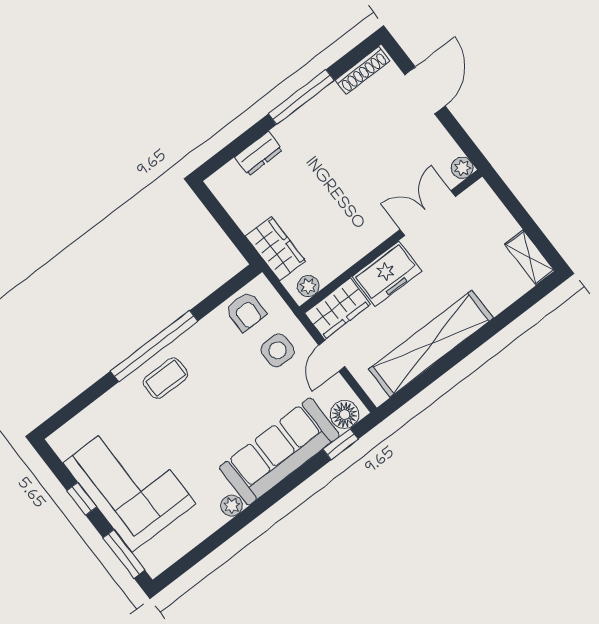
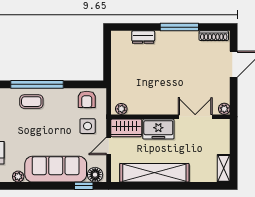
wardrobe: (275, 249) -> (120, 83), removed

